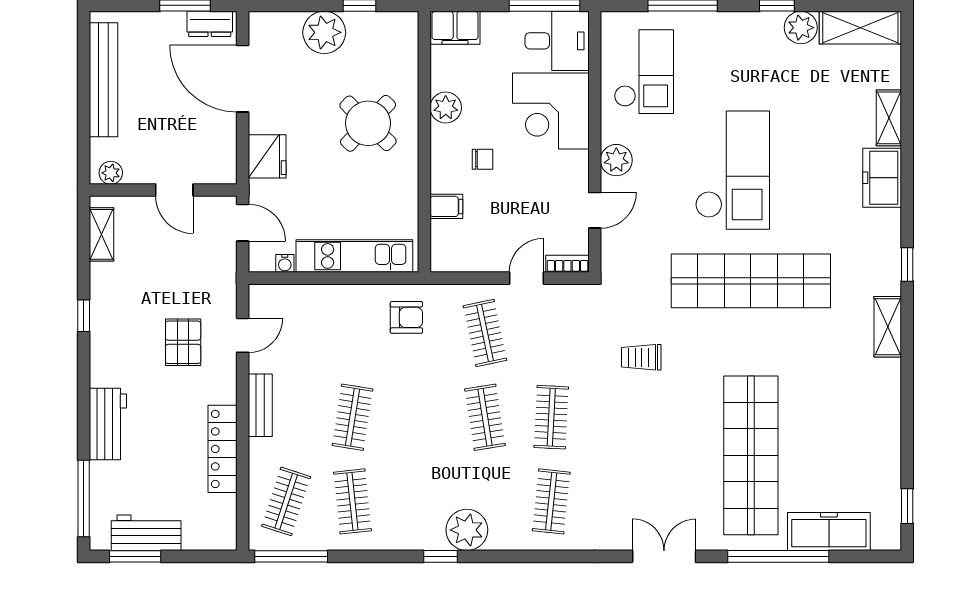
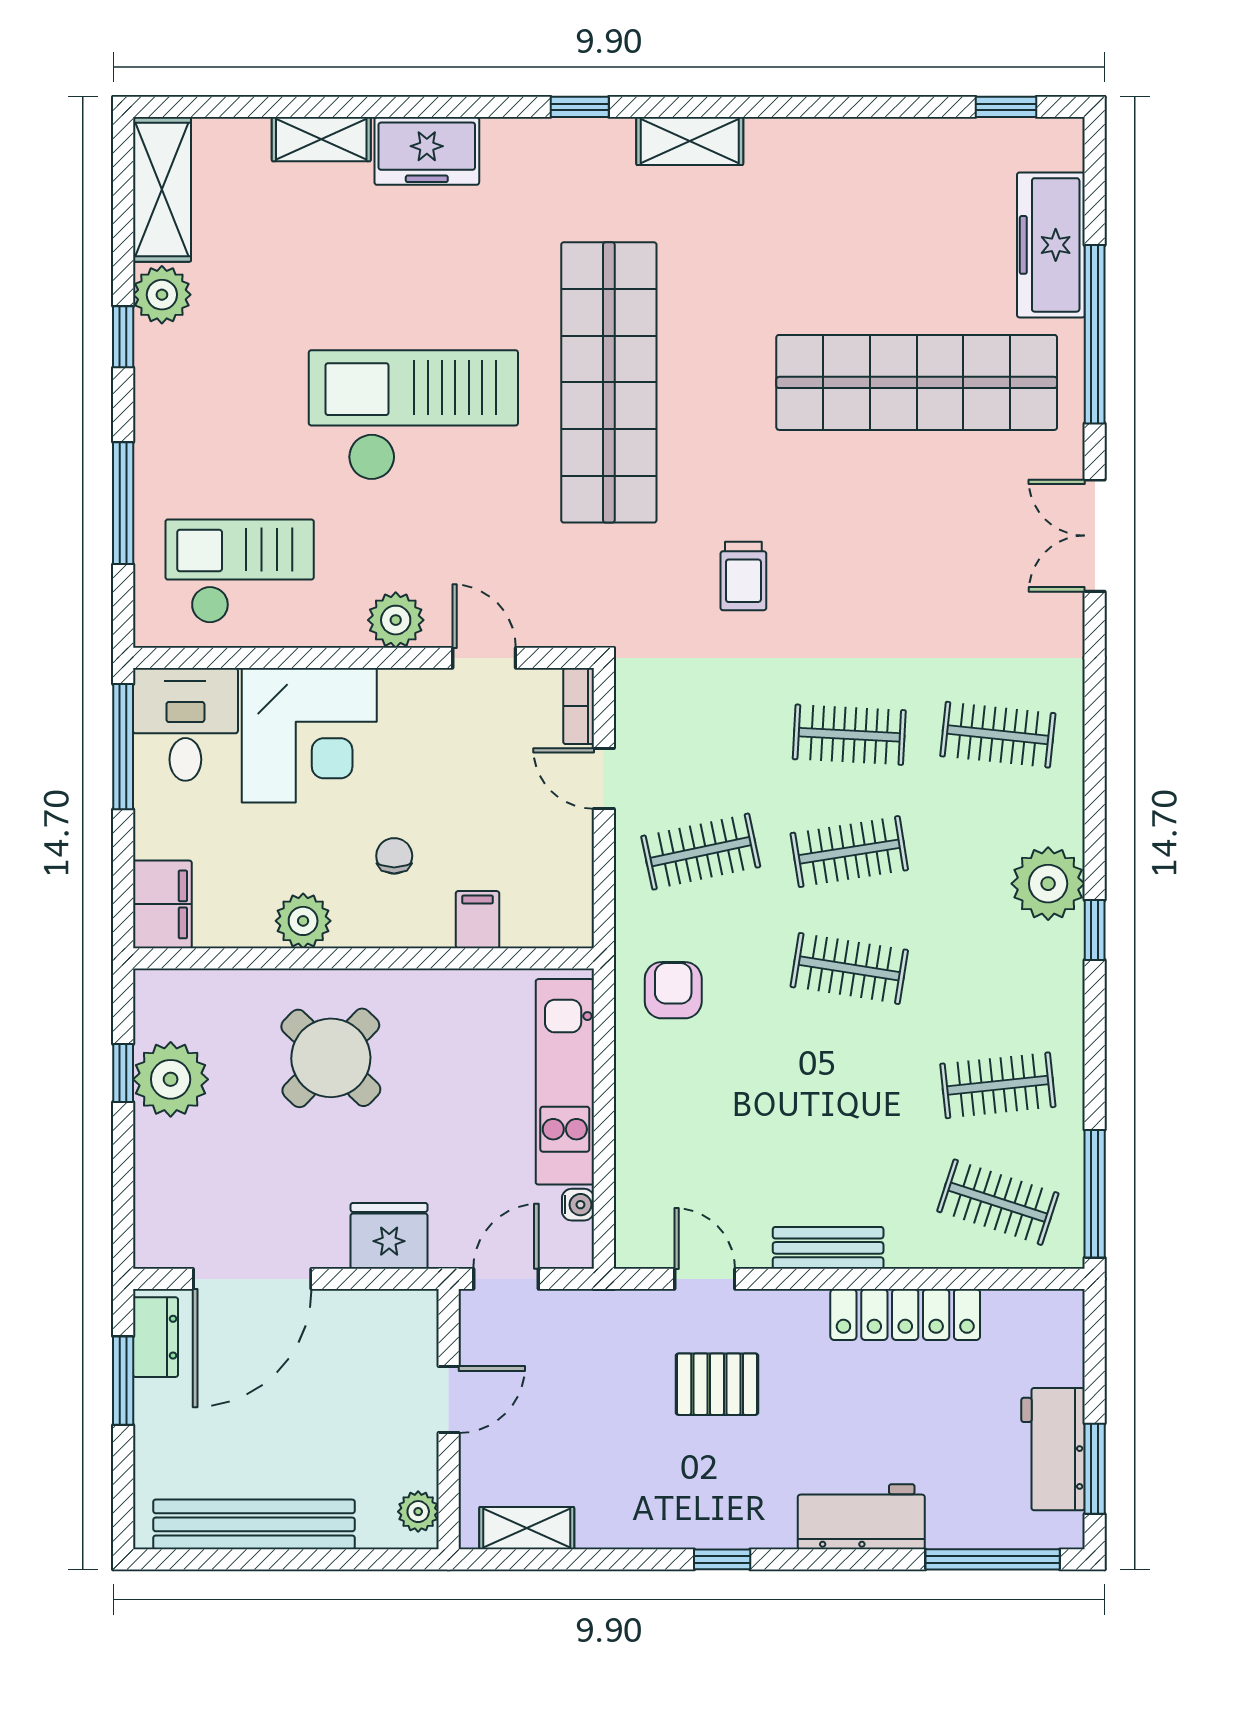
plant: (324, 32) -> (171, 1079), moved
window: (84, 316) -> (722, 1559), moved
clothes rail: (352, 417) -> (849, 968), moved

